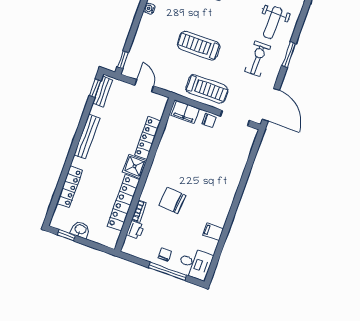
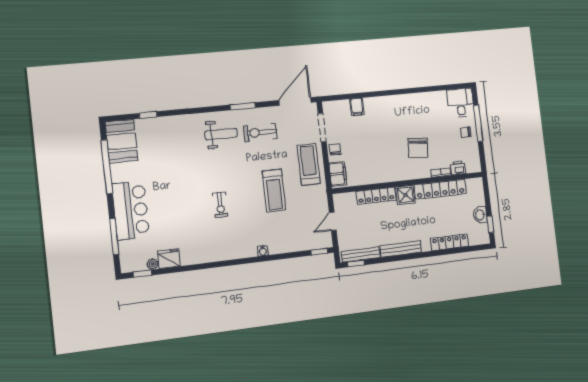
bench: (103, 92) -> (361, 255), width x1.36
filing cabinet: (213, 232) -> (357, 107), moved

